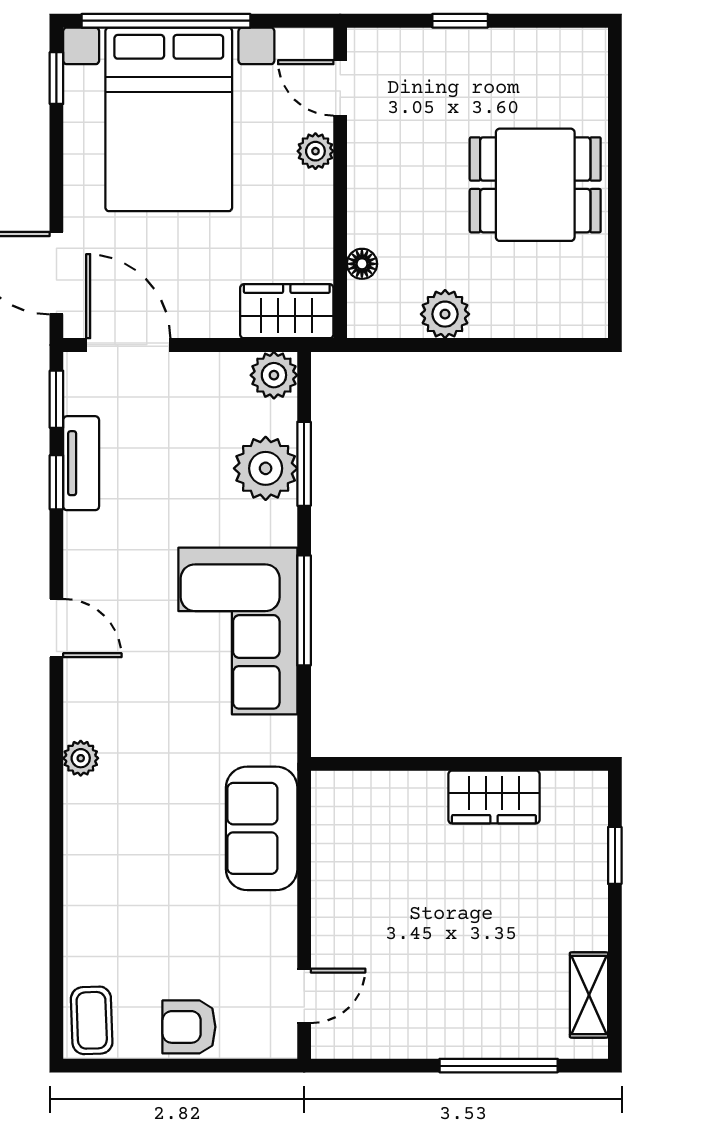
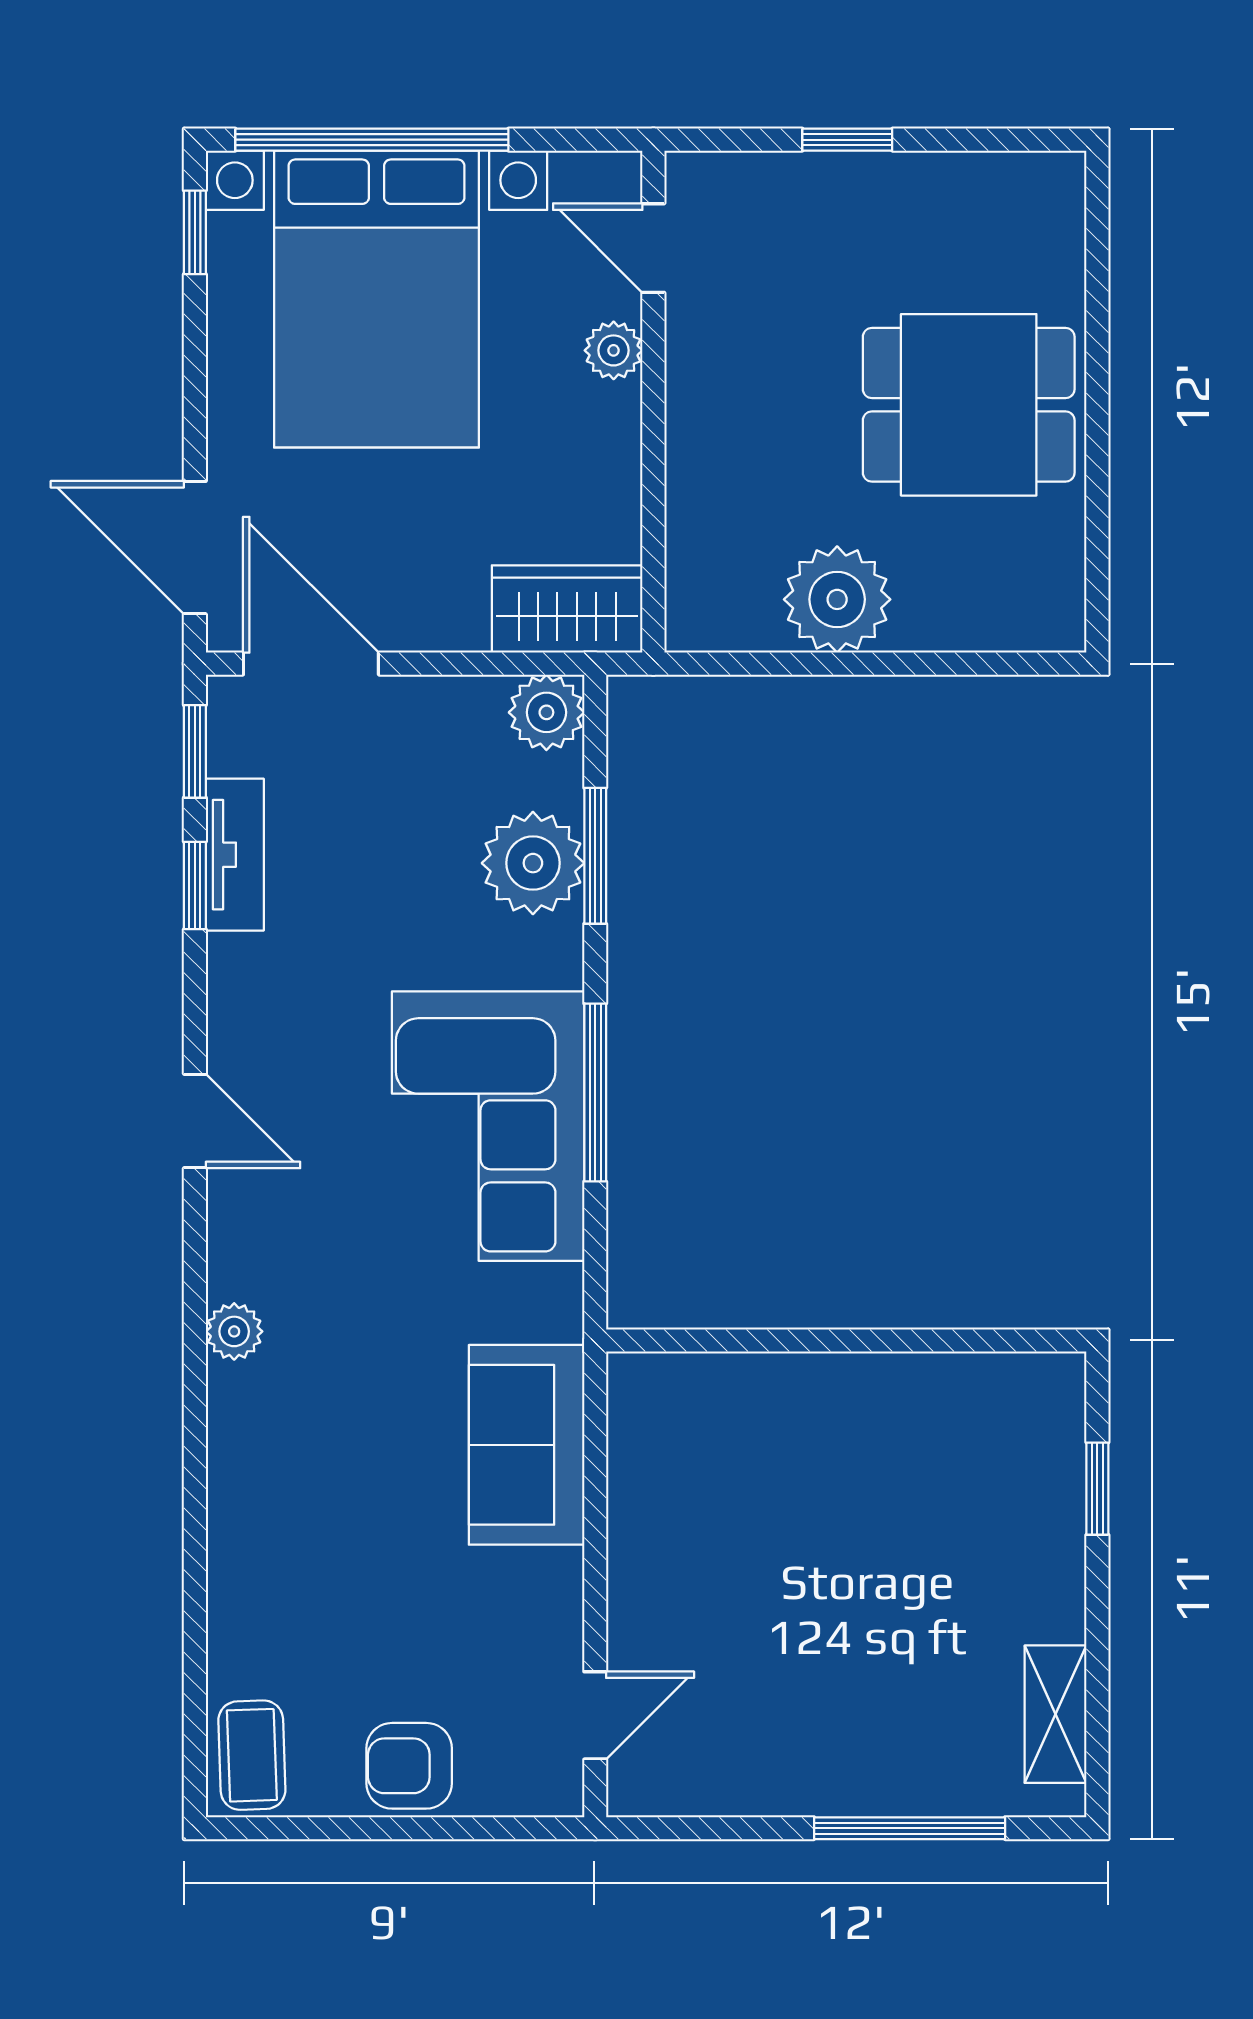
floor lamp: (362, 264) -> (689, 532), removed
plant: (445, 314) -> (837, 599), width x1.36, depth x1.36
wardrobe: (494, 797) -> (902, 1394), removed

